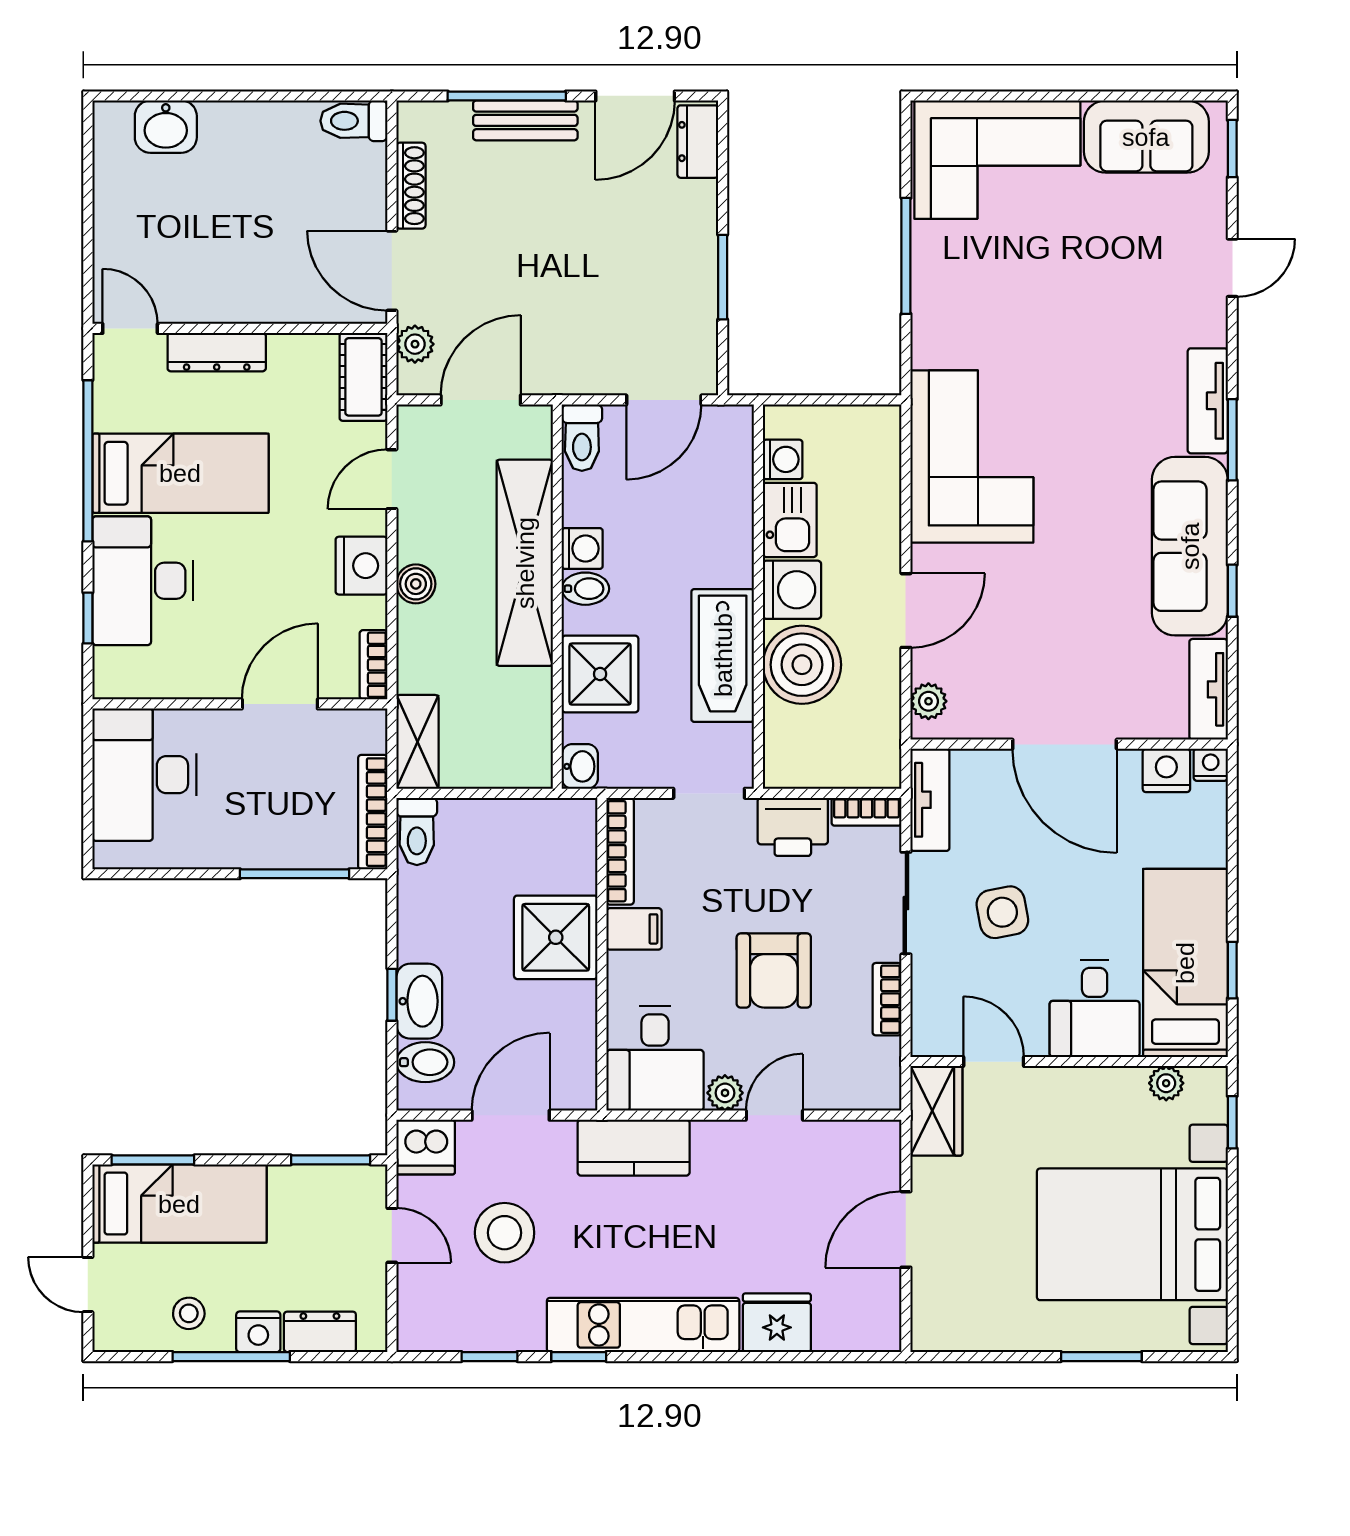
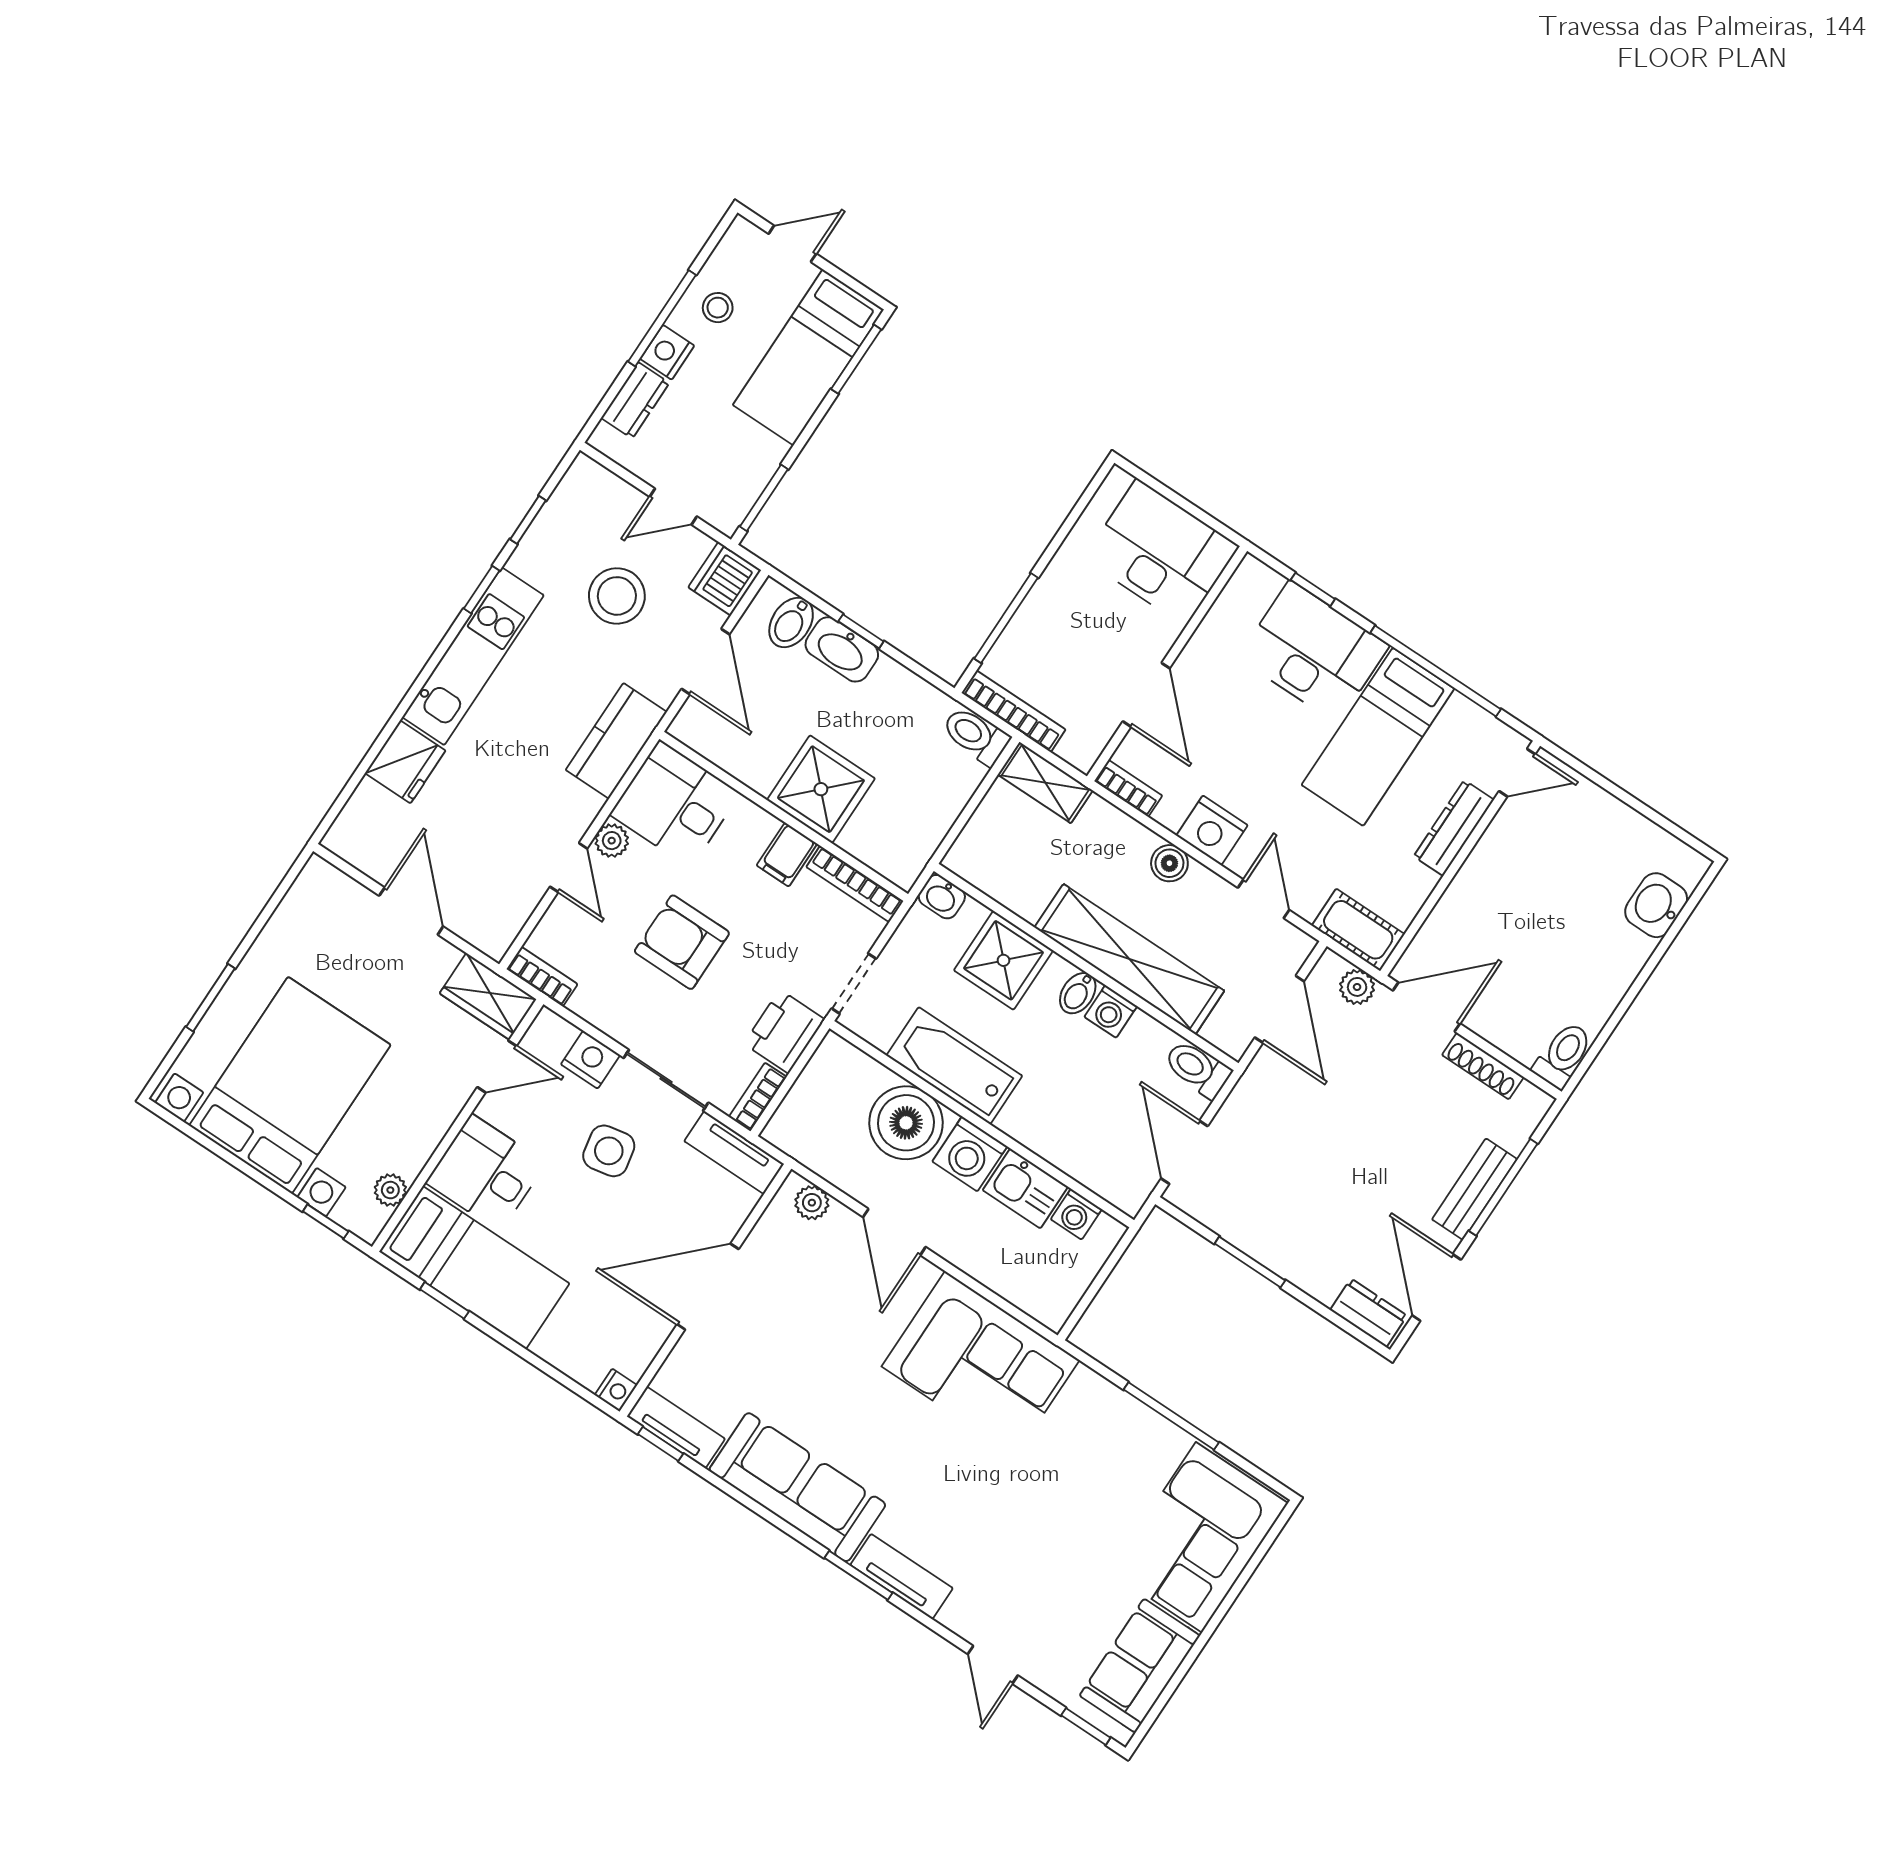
window: (1232, 591) -> (660, 1444), moved
nightstand: (1166, 770) -> (590, 1060), moved, turned -90
bookcase: (887, 999) -> (542, 977), moved

